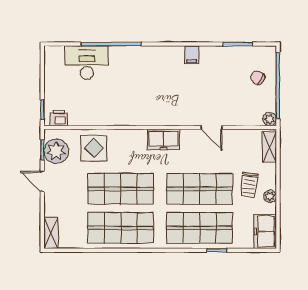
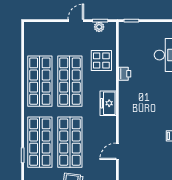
printer: (59, 118) -> (125, 74), moved
freezer: (164, 140) -> (108, 103), moved
plant: (56, 151) -> (99, 27), width x0.53, depth x0.53
shelving: (51, 233) -> (36, 27), removed

